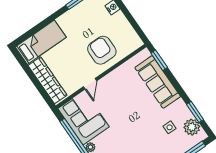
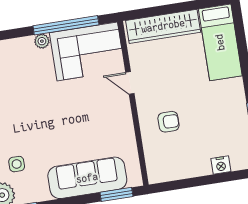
armchair: (102, 50) -> (169, 122), width x0.53, depth x0.53

